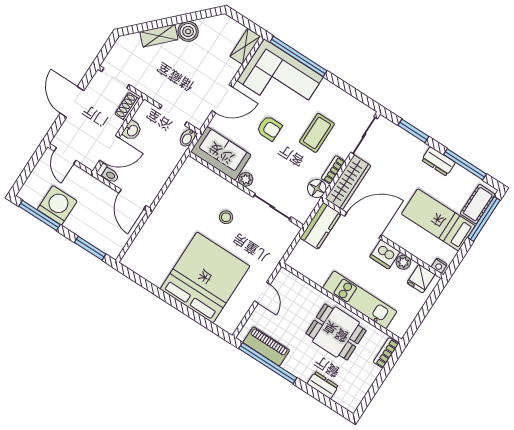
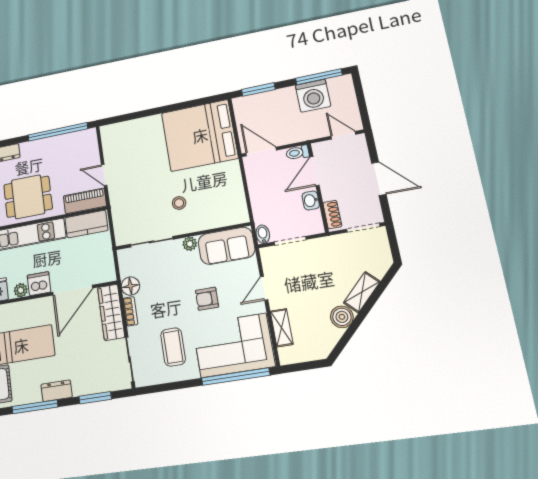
shelving: (245, 46) -> (282, 328), moved
door: (222, 99) -> (264, 288), width x0.73
coffee table: (317, 133) -> (173, 347), moved
kitchen counter: (321, 226) -> (86, 224), moved, turned -90
bed: (205, 277) -> (200, 135), moved, turned 90
piano: (266, 346) -> (85, 201), moved, turned 180

